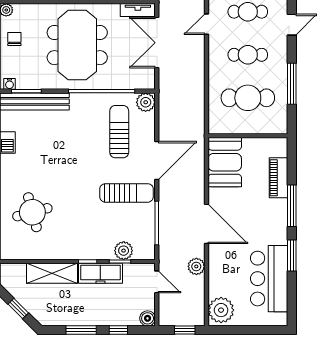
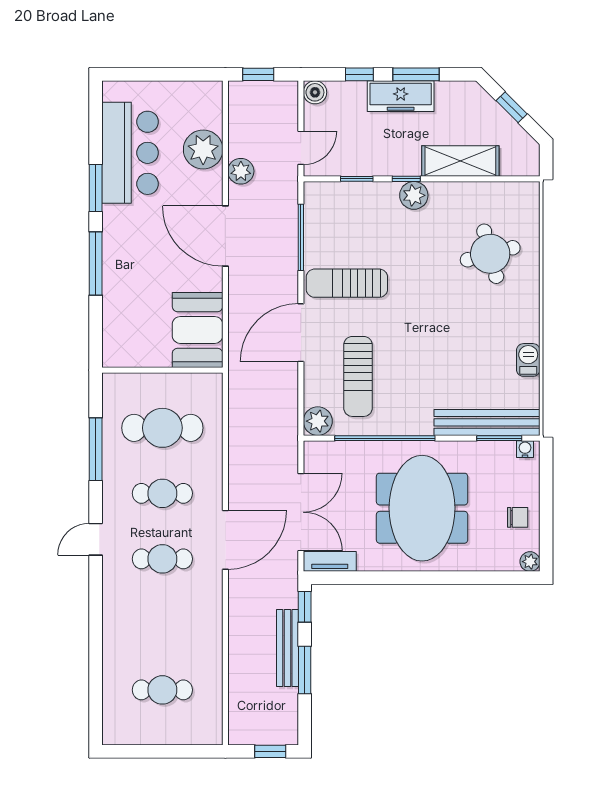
door: (206, 24) -> (225, 540), width x1.87
chair: (14, 39) -> (518, 517), turned -90
piano: (278, 178) -> (116, 306), removed
plant: (124, 251) -> (414, 195), moved
freezer: (100, 273) -> (401, 96), moved, turned 180
door: (157, 282) -> (301, 148), swing flipped
plant: (221, 310) -> (203, 149), moved

